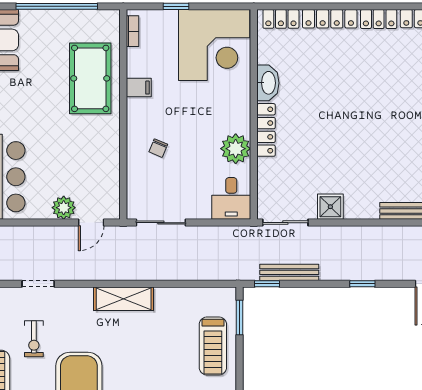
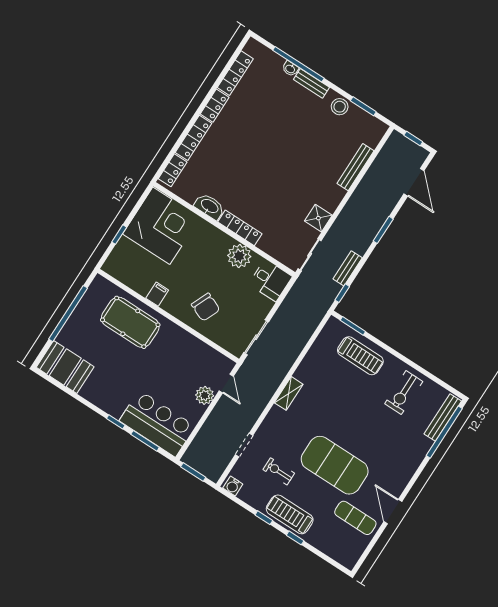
bookcase: (133, 31) -> (117, 274), removed
chair: (158, 148) -> (206, 307), width x1.87, depth x1.87
bench: (289, 272) -> (348, 268), width x0.73
window: (362, 284) -> (383, 230), width x1.50
shelving: (124, 299) -> (289, 393), width x0.67, depth x0.75
exercise bike: (34, 339) -> (279, 471), turned 180

